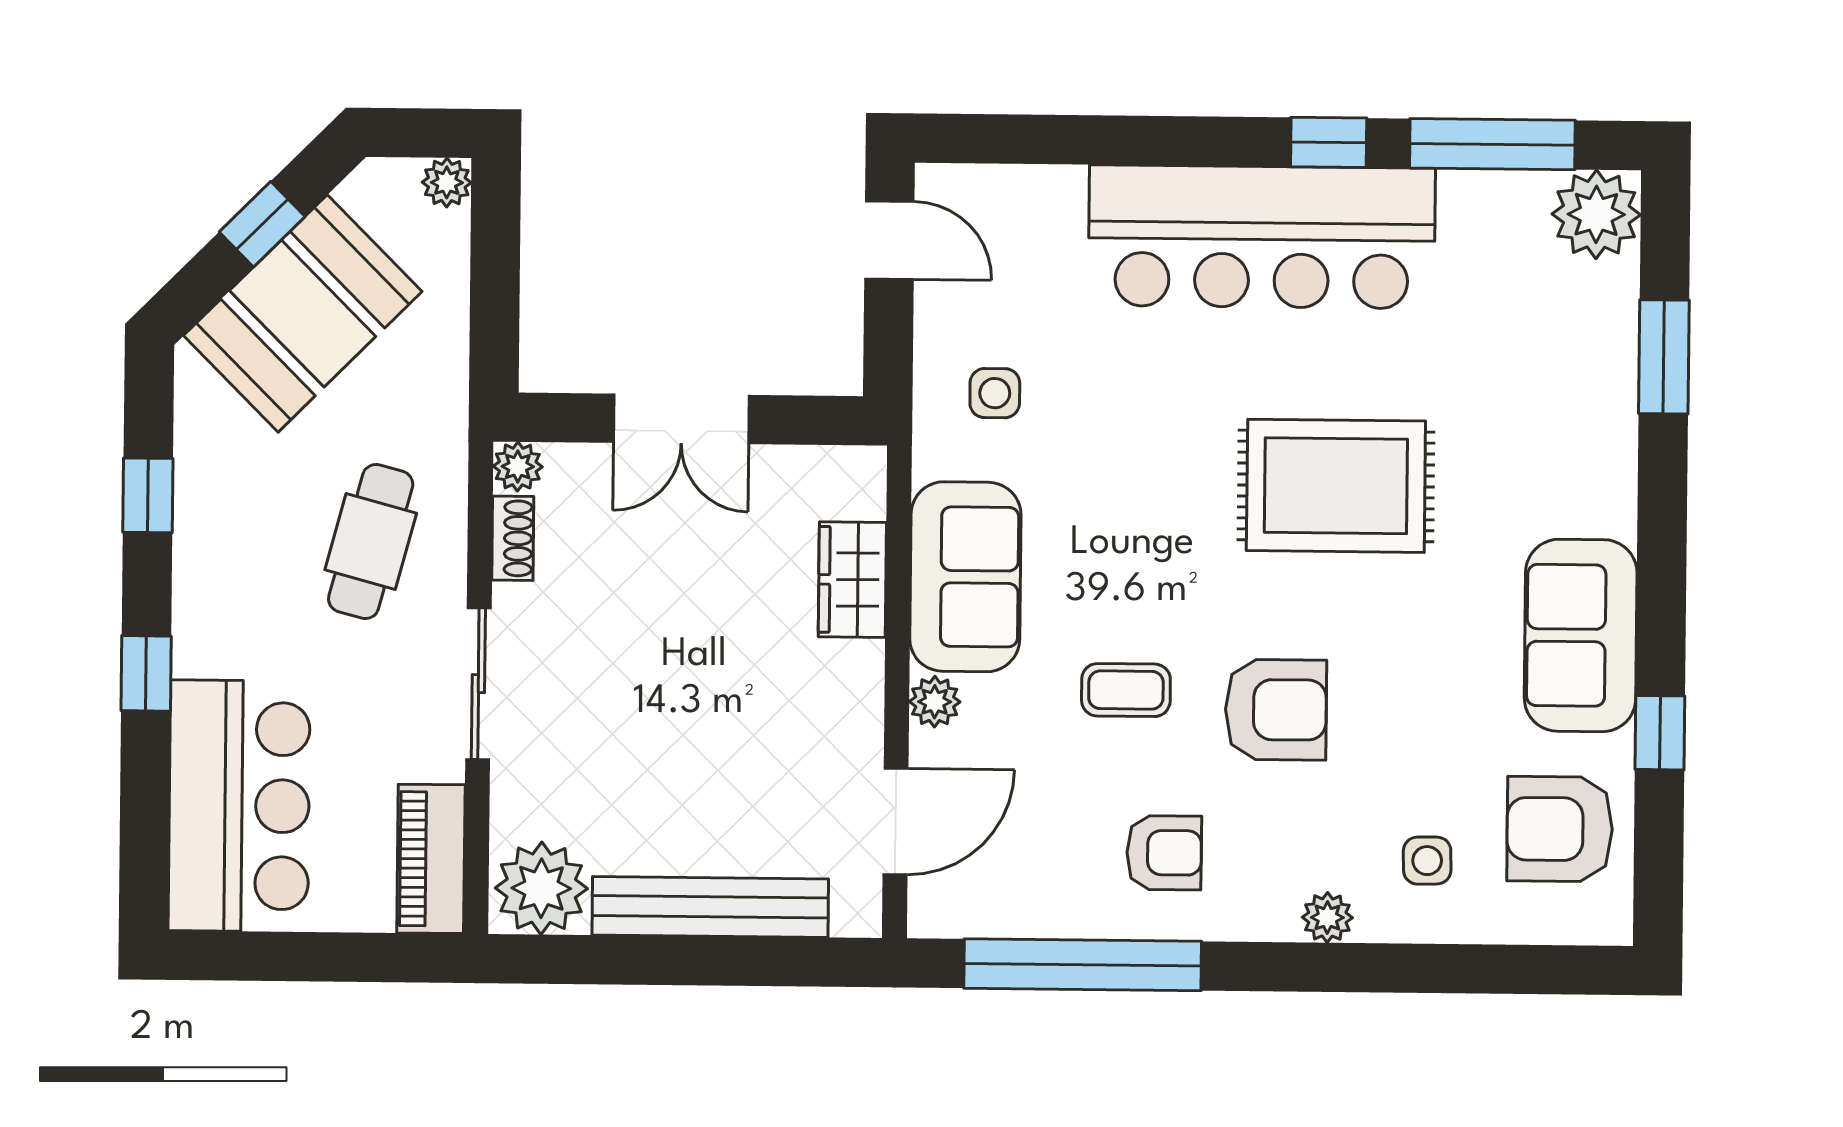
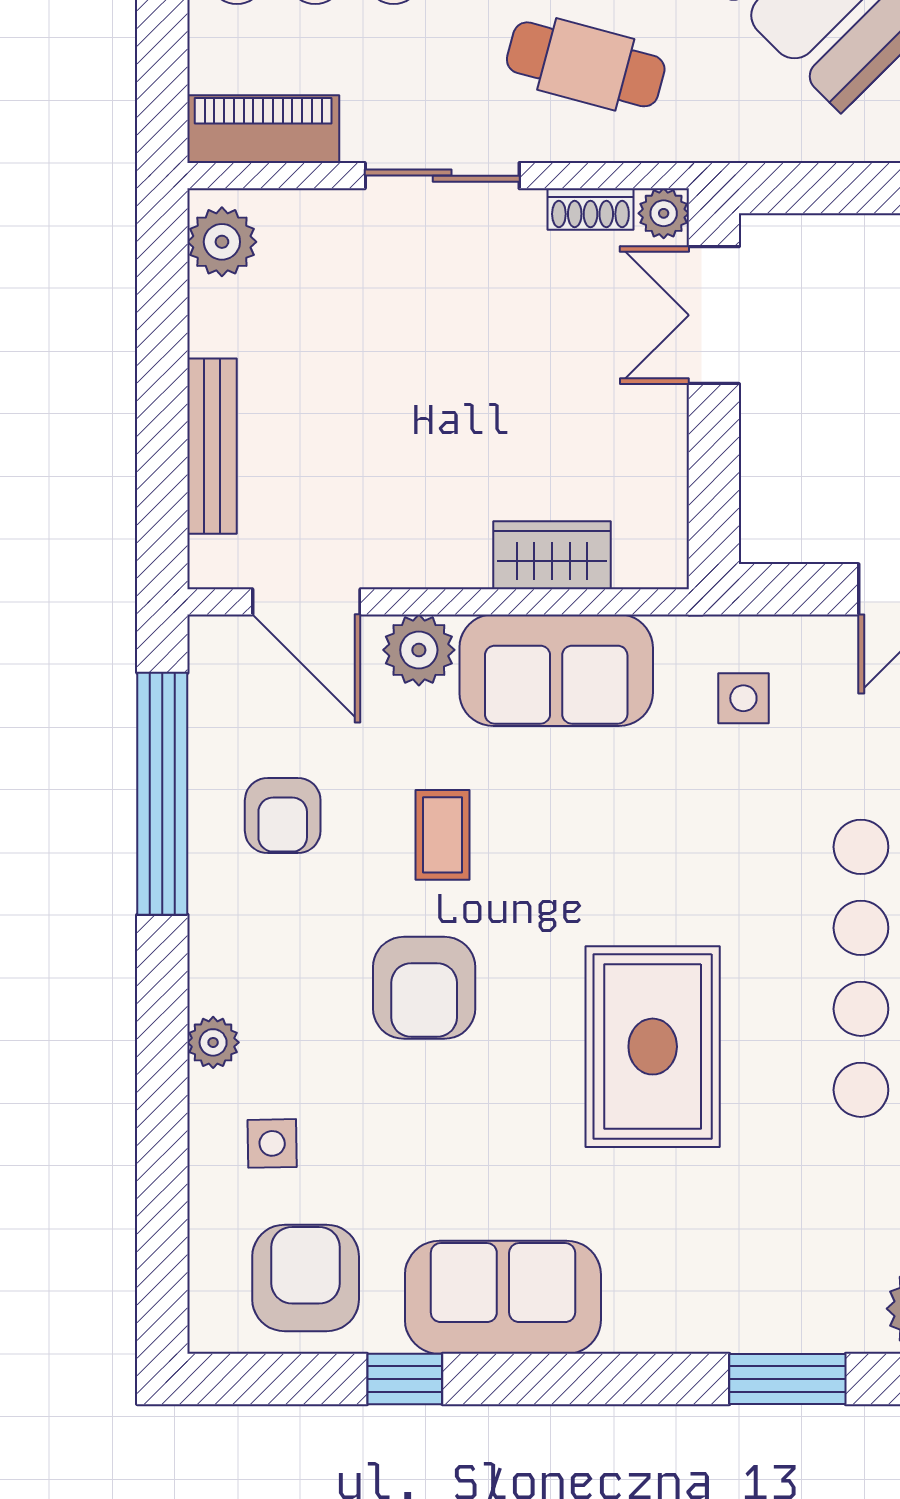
double door: (681, 419) -> (714, 315), moved
plant: (935, 702) -> (419, 650), width x1.38, depth x1.38
armchair: (1164, 853) -> (283, 816), moved
plant: (541, 888) -> (222, 242), width x0.73, depth x0.73
bench: (710, 907) -> (212, 446), width x0.73, depth x0.82

